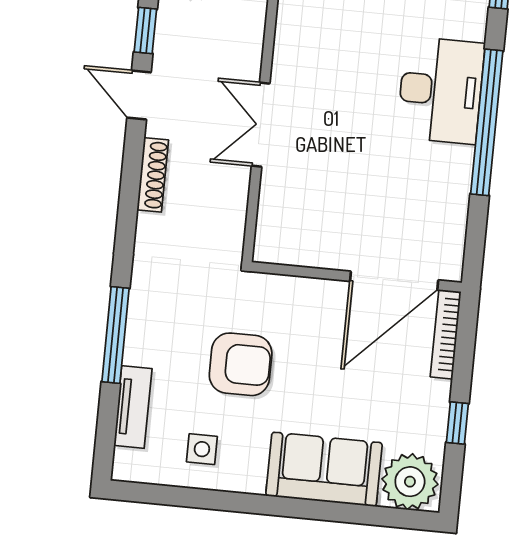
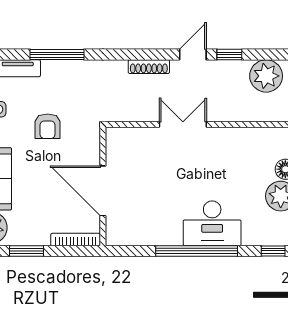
door: (394, 281) -> (103, 191), moved
armchair: (241, 364) -> (48, 126), width x0.72, depth x0.72
window: (457, 423) -> (27, 251), width x1.50

